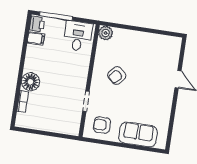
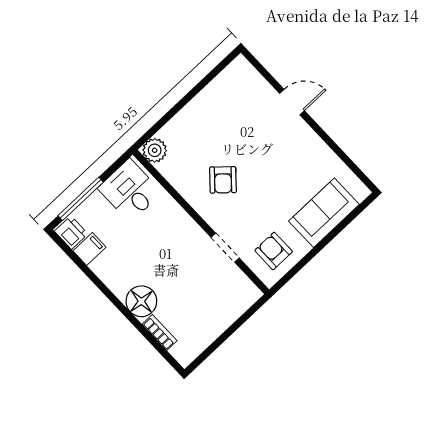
armchair: (102, 125) -> (274, 251), turned 90

